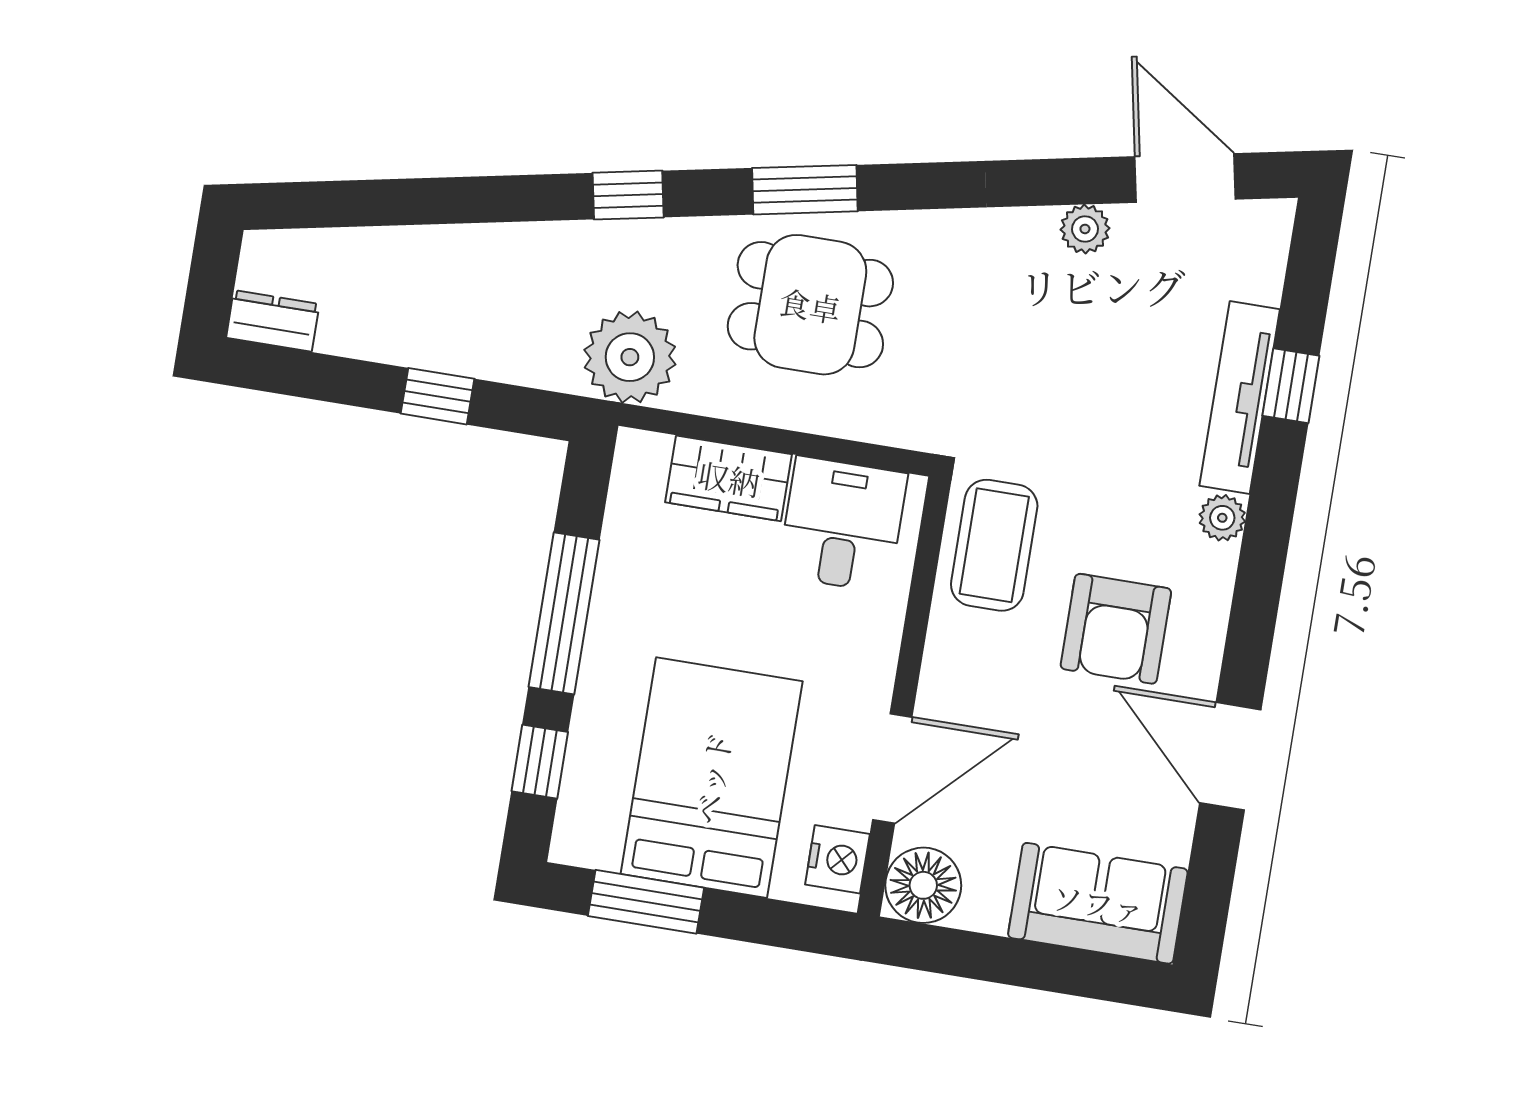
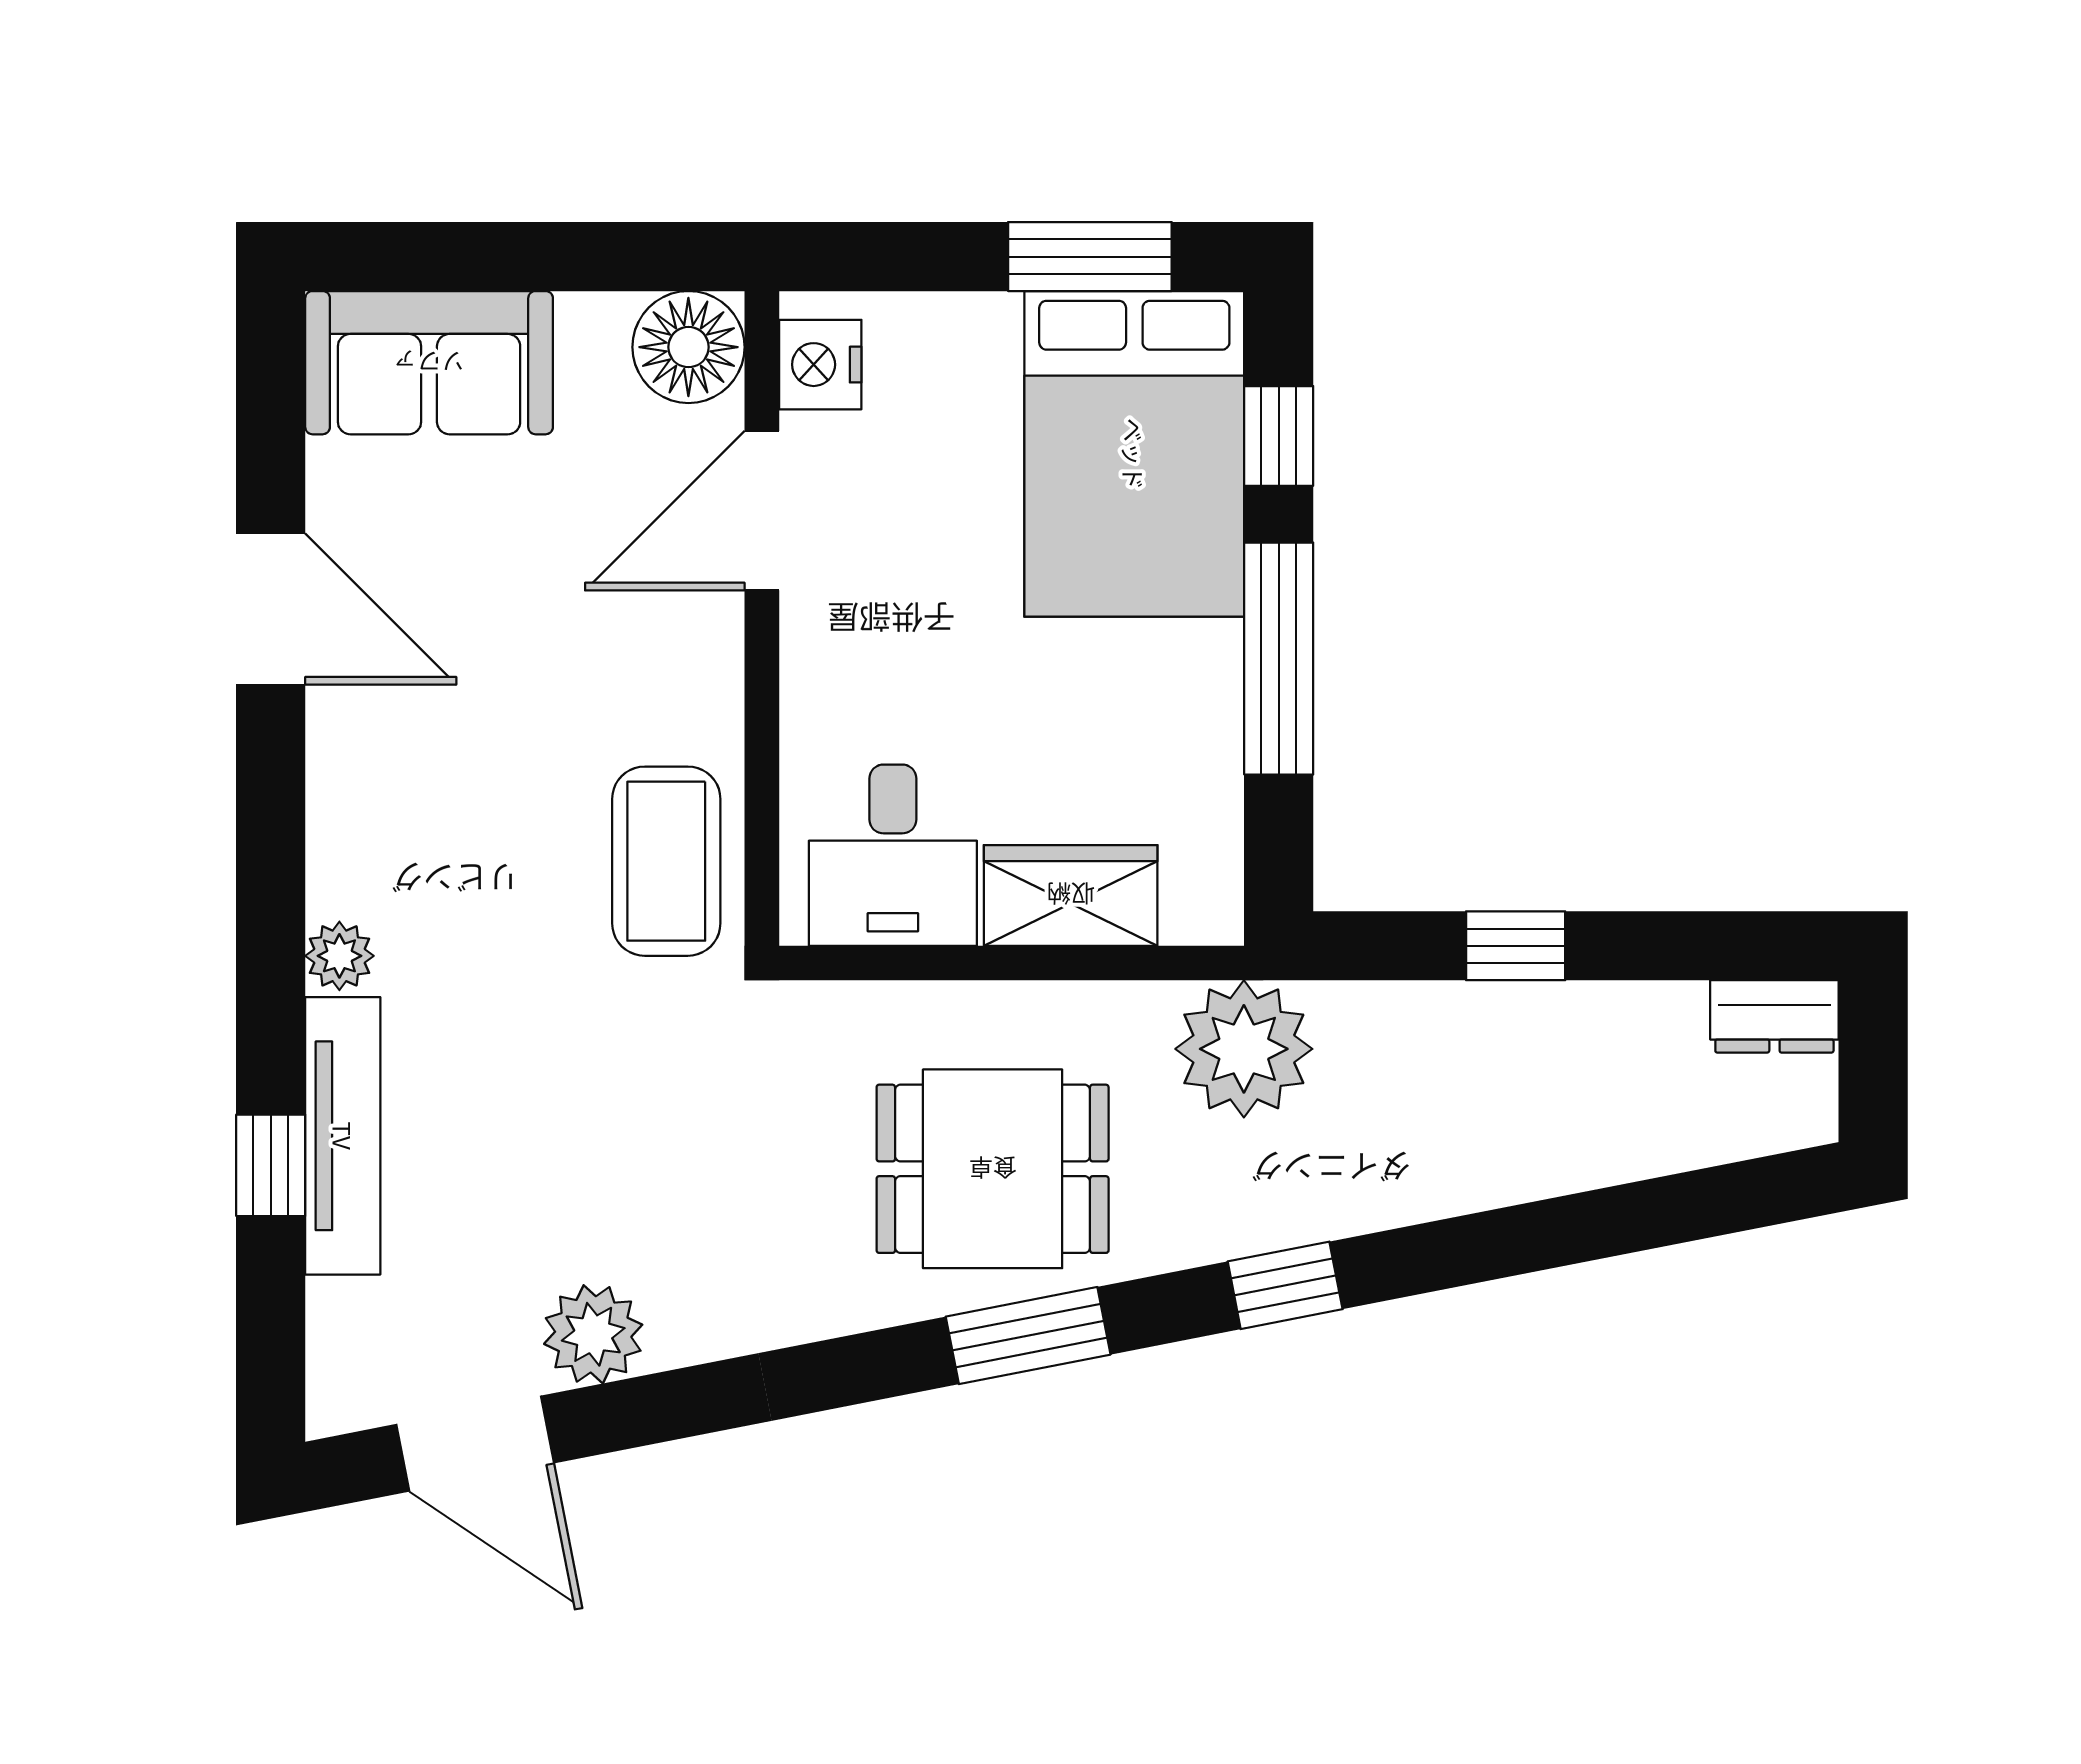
plant: (1085, 229) -> (593, 1334), width x1.38, depth x1.38
armchair: (1116, 629) -> (468, 768), removed
bed: (712, 778) -> (1134, 454), moved

